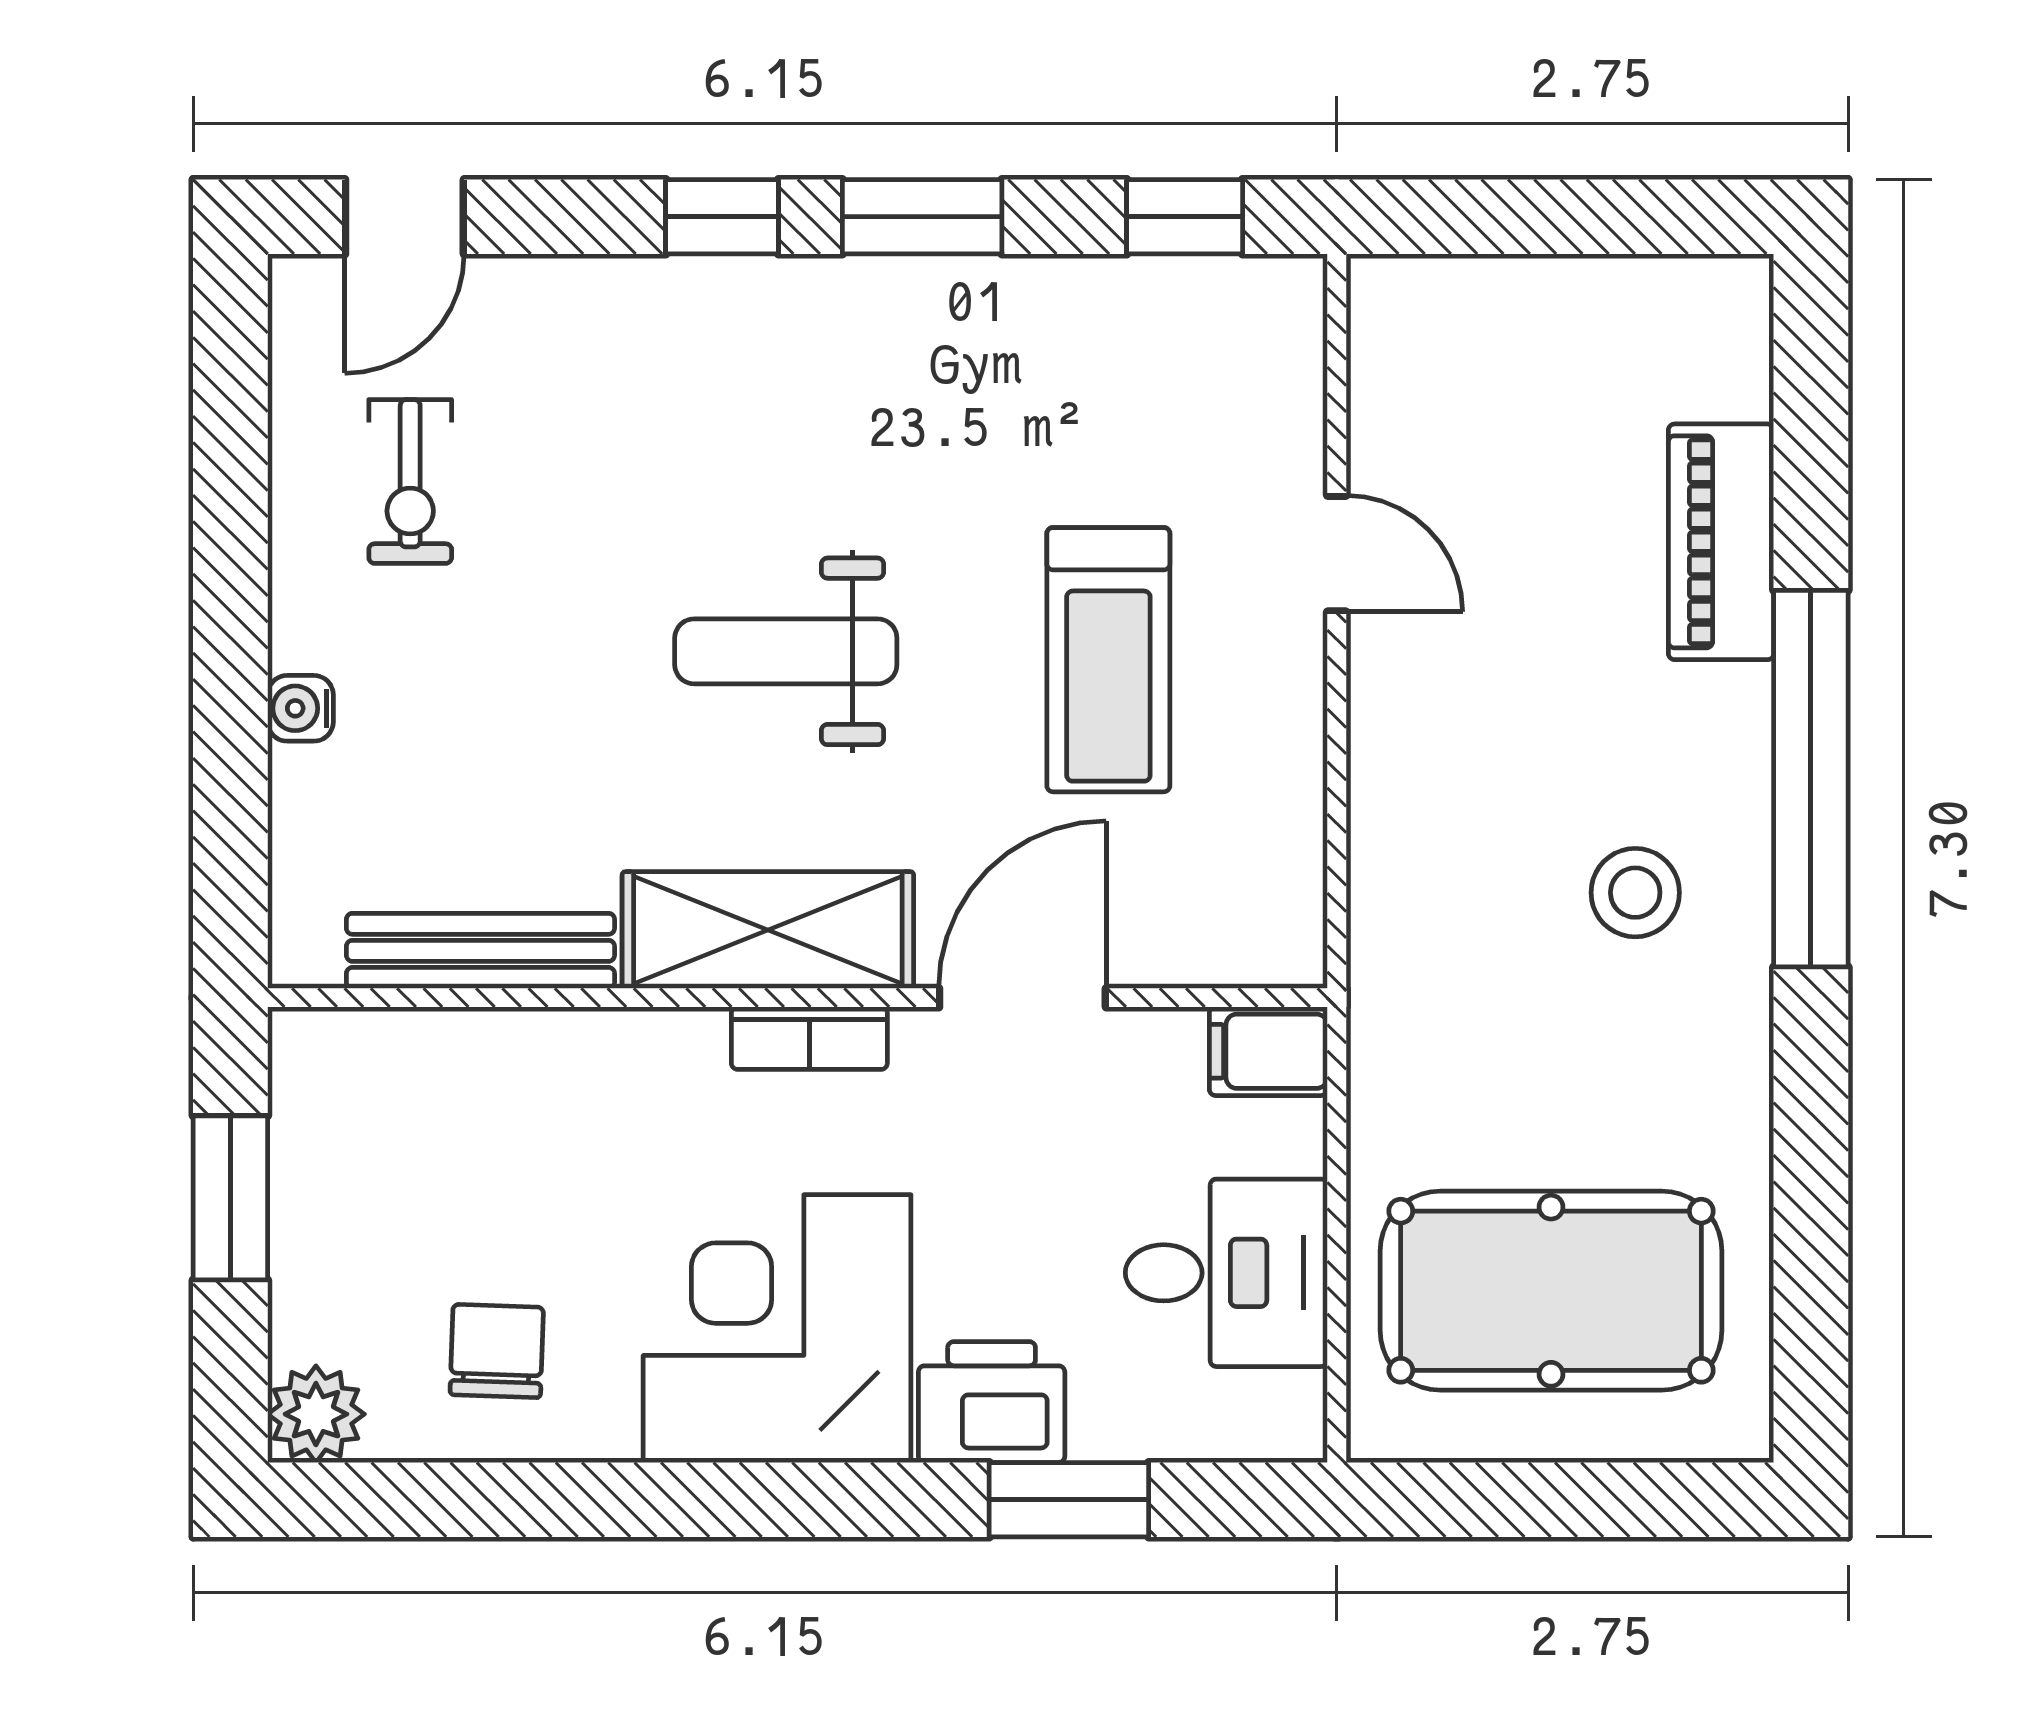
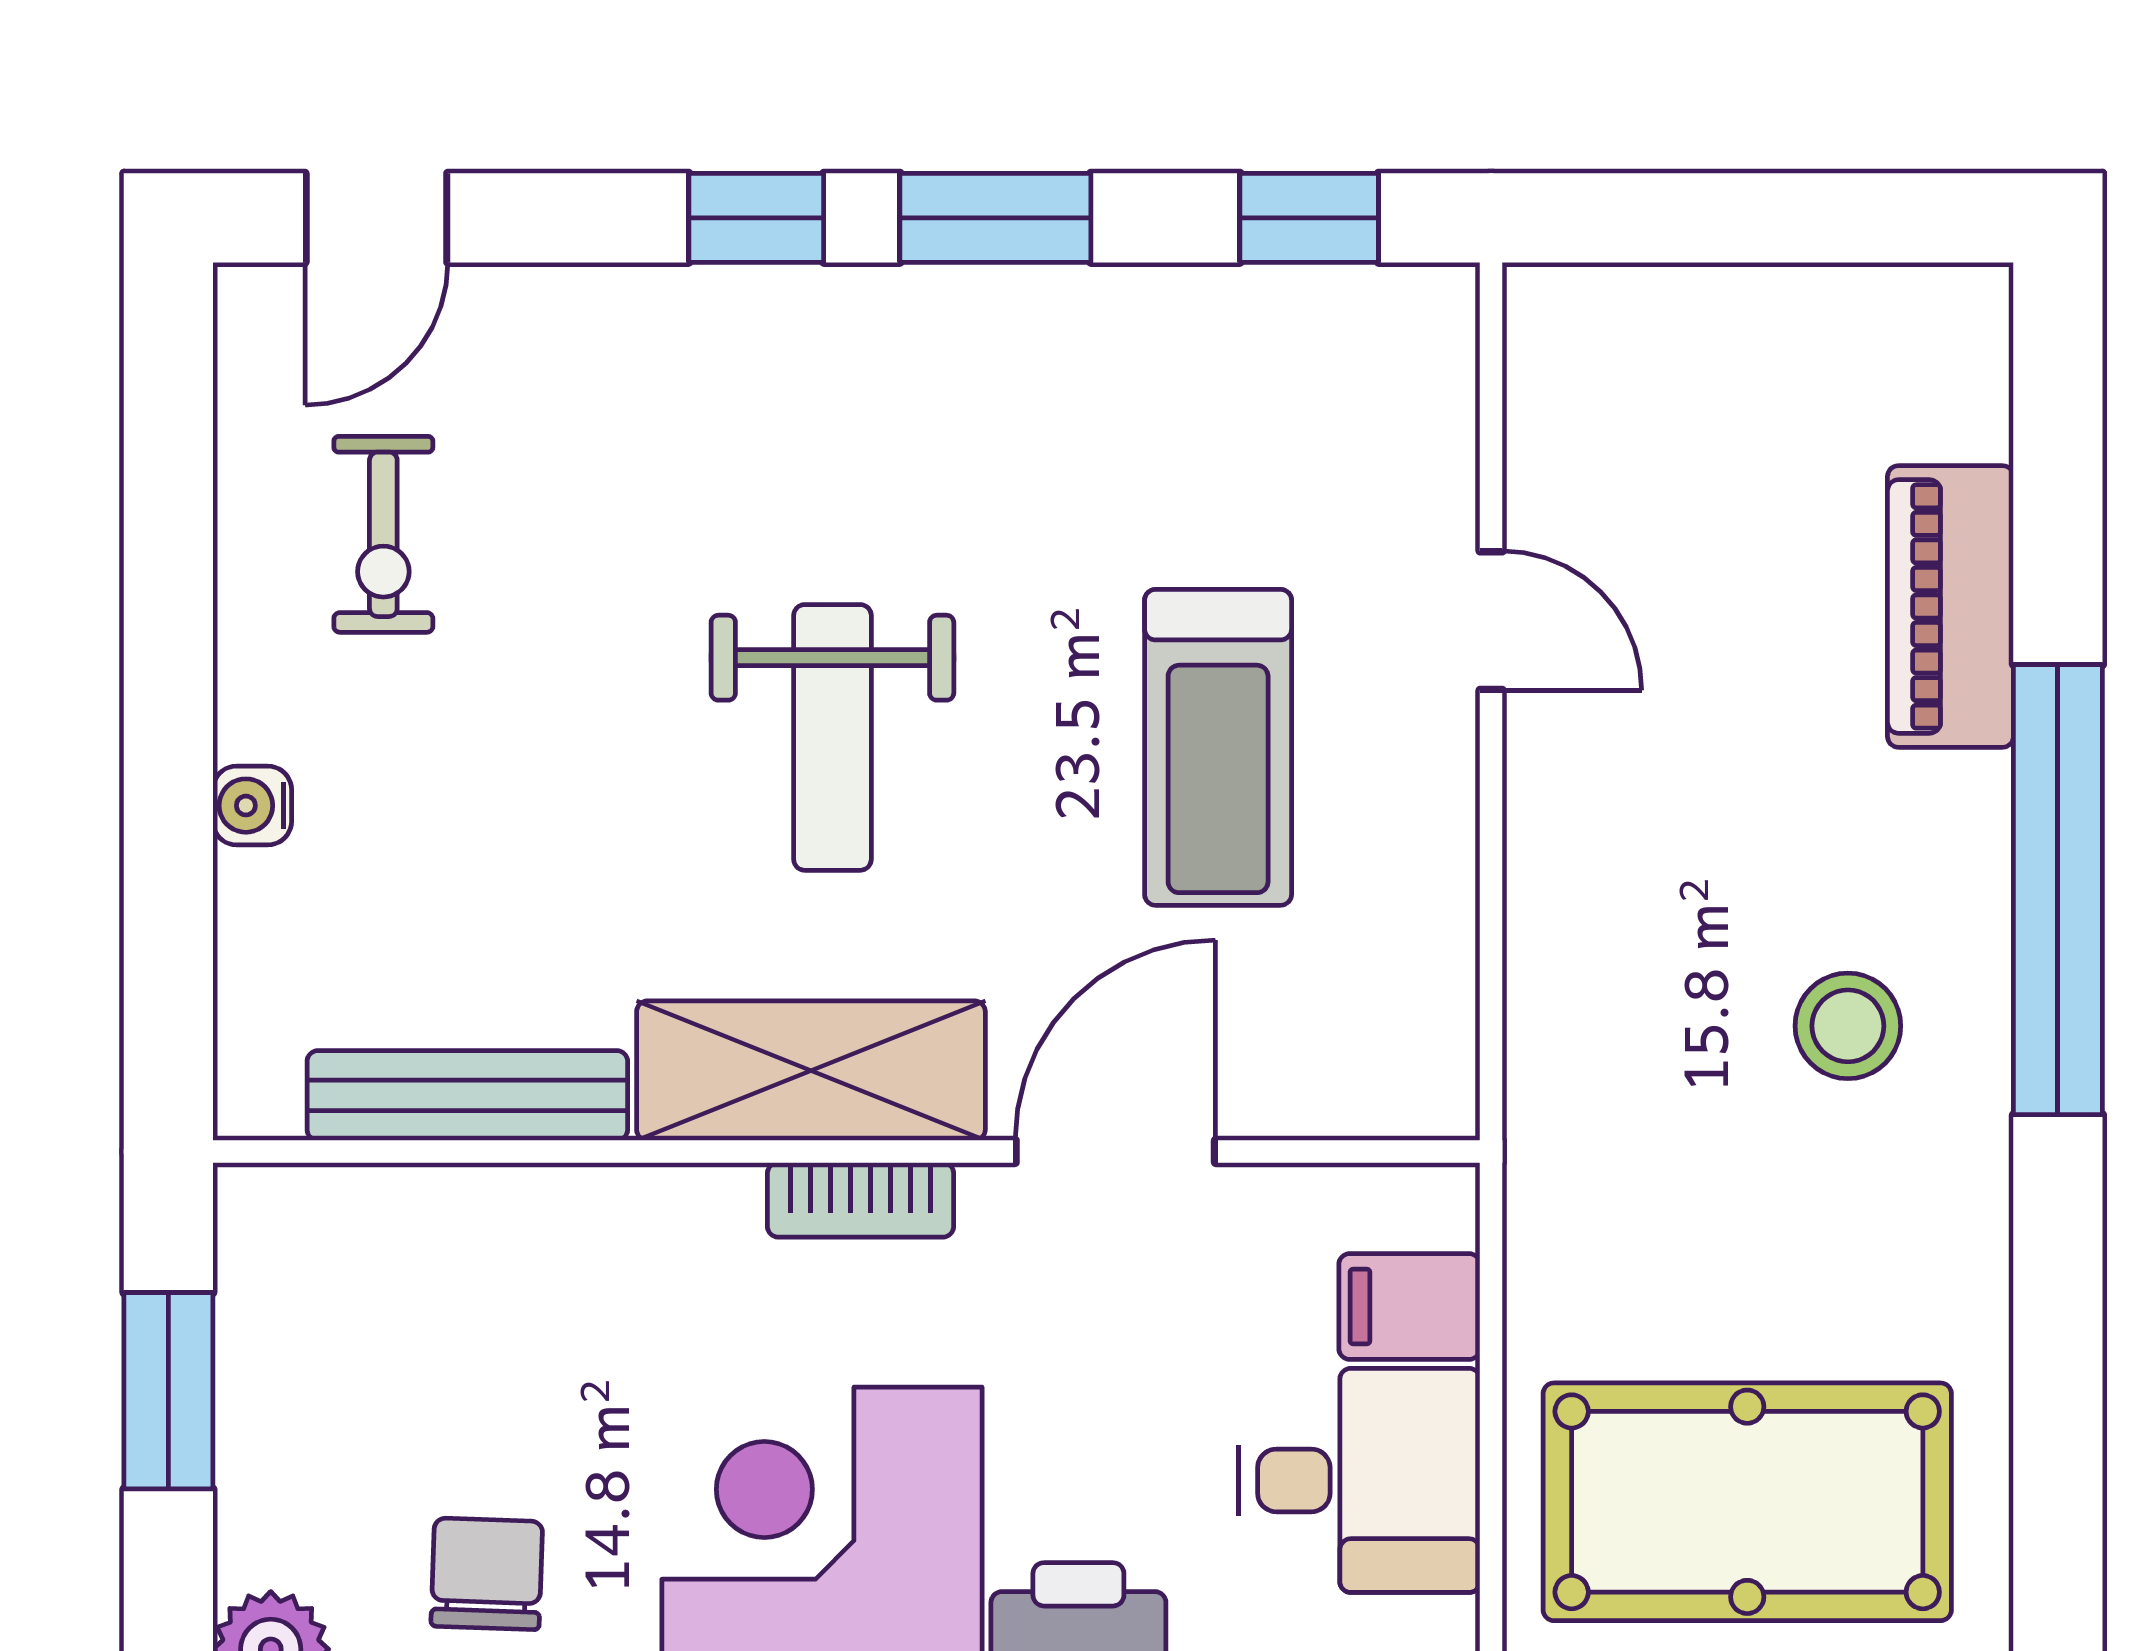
weight bench: (786, 651) -> (832, 737), turned -90
filing cabinet: (1268, 1051) -> (1409, 1307), moved

